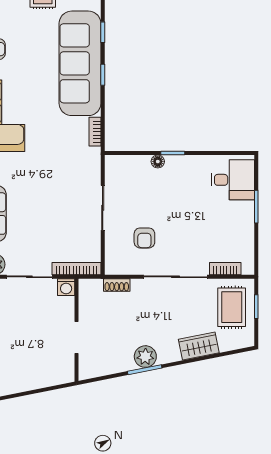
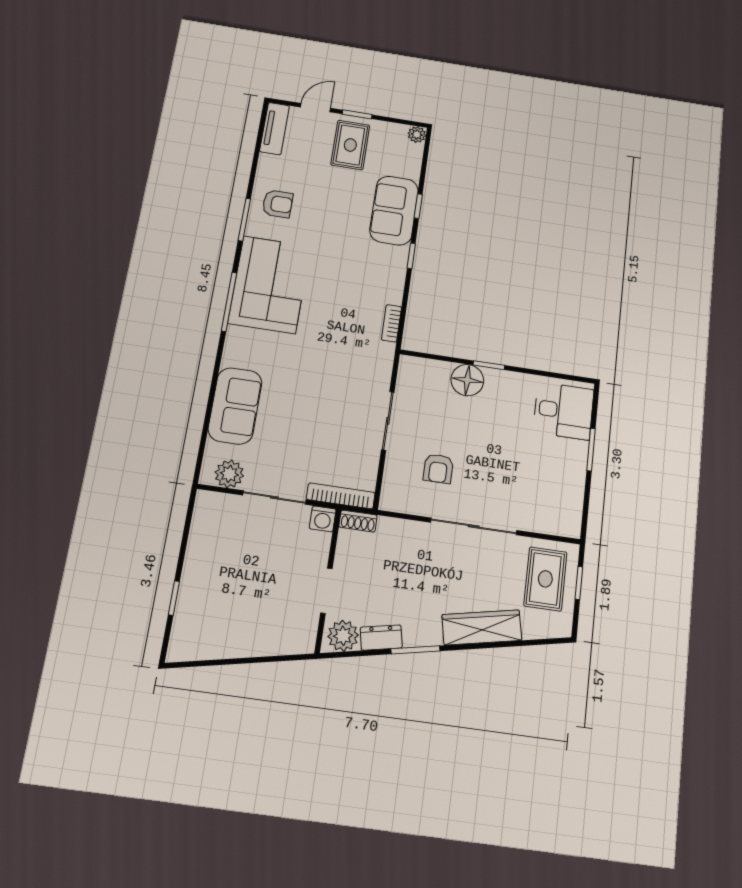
sofa: (80, 63) -> (394, 210), width x0.54, depth x0.79
floor lamp: (158, 162) -> (467, 380), width x1.89, depth x1.89
bookcase: (225, 269) -> (542, 525), removed
shoe rack: (117, 285) -> (358, 521), moved
wardrobe: (199, 346) -> (482, 627), width x1.50
plant: (145, 357) -> (343, 636), moved
dresser: (120, 365) -> (381, 638), added

